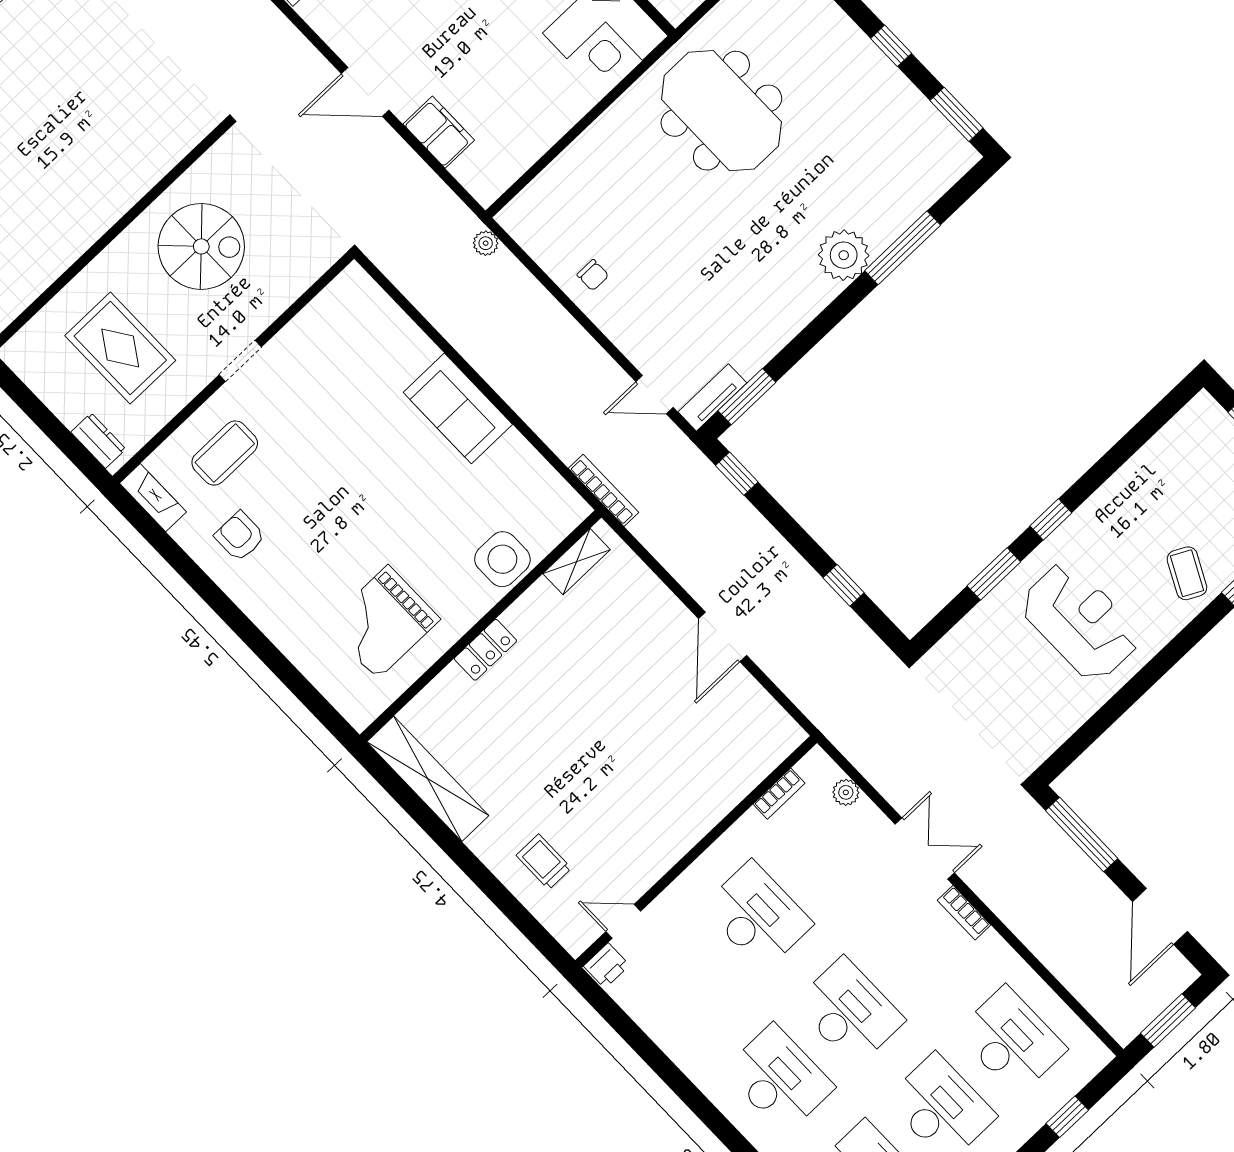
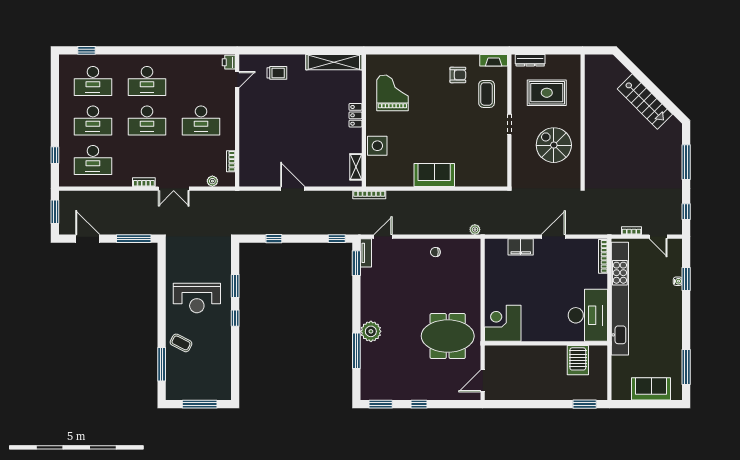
spiral stairs: (201, 246) -> (554, 145), turned 90
dresser: (98, 441) -> (530, 60), width x1.44

